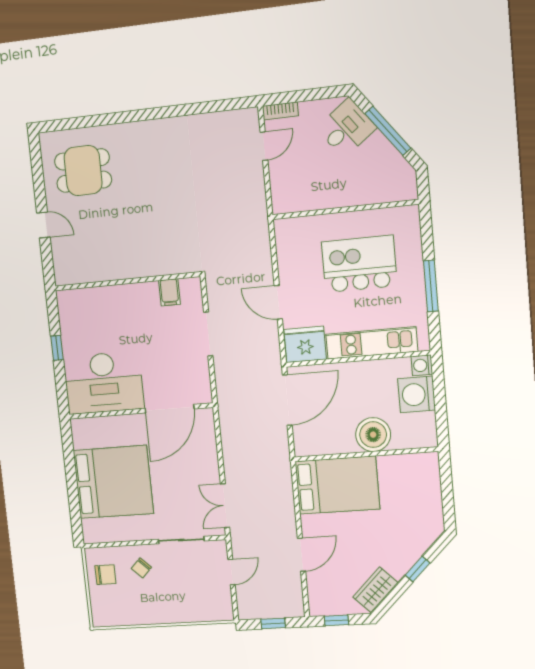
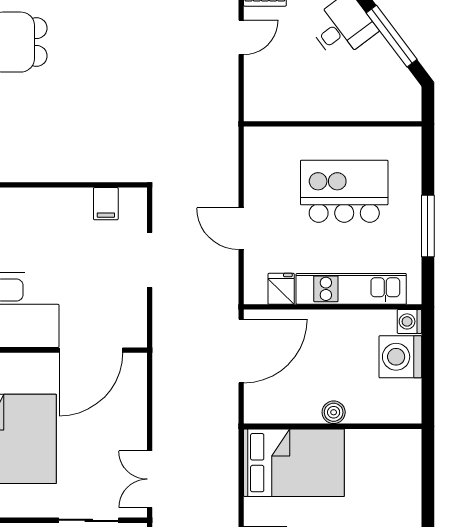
fridge: (305, 344) -> (281, 289), width x0.53, depth x0.75
boiler: (373, 435) -> (334, 412), width x0.54, depth x0.54

